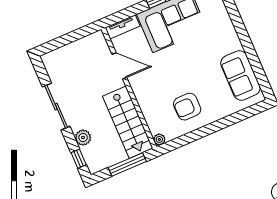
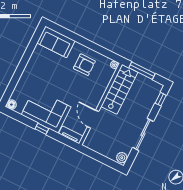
sofa: (240, 75) -> (56, 42), moved, turned 90
plant: (83, 138) -> (122, 158), moved

